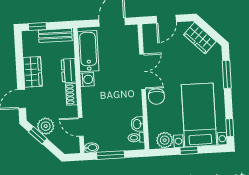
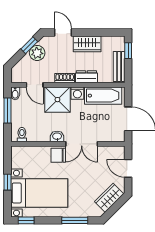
shower: (95, 101) -> (57, 100), added
washbasin: (137, 124) -> (57, 136), moved
door: (81, 127) -> (35, 85), swing flipped
plant: (165, 140) -> (18, 160), removed

